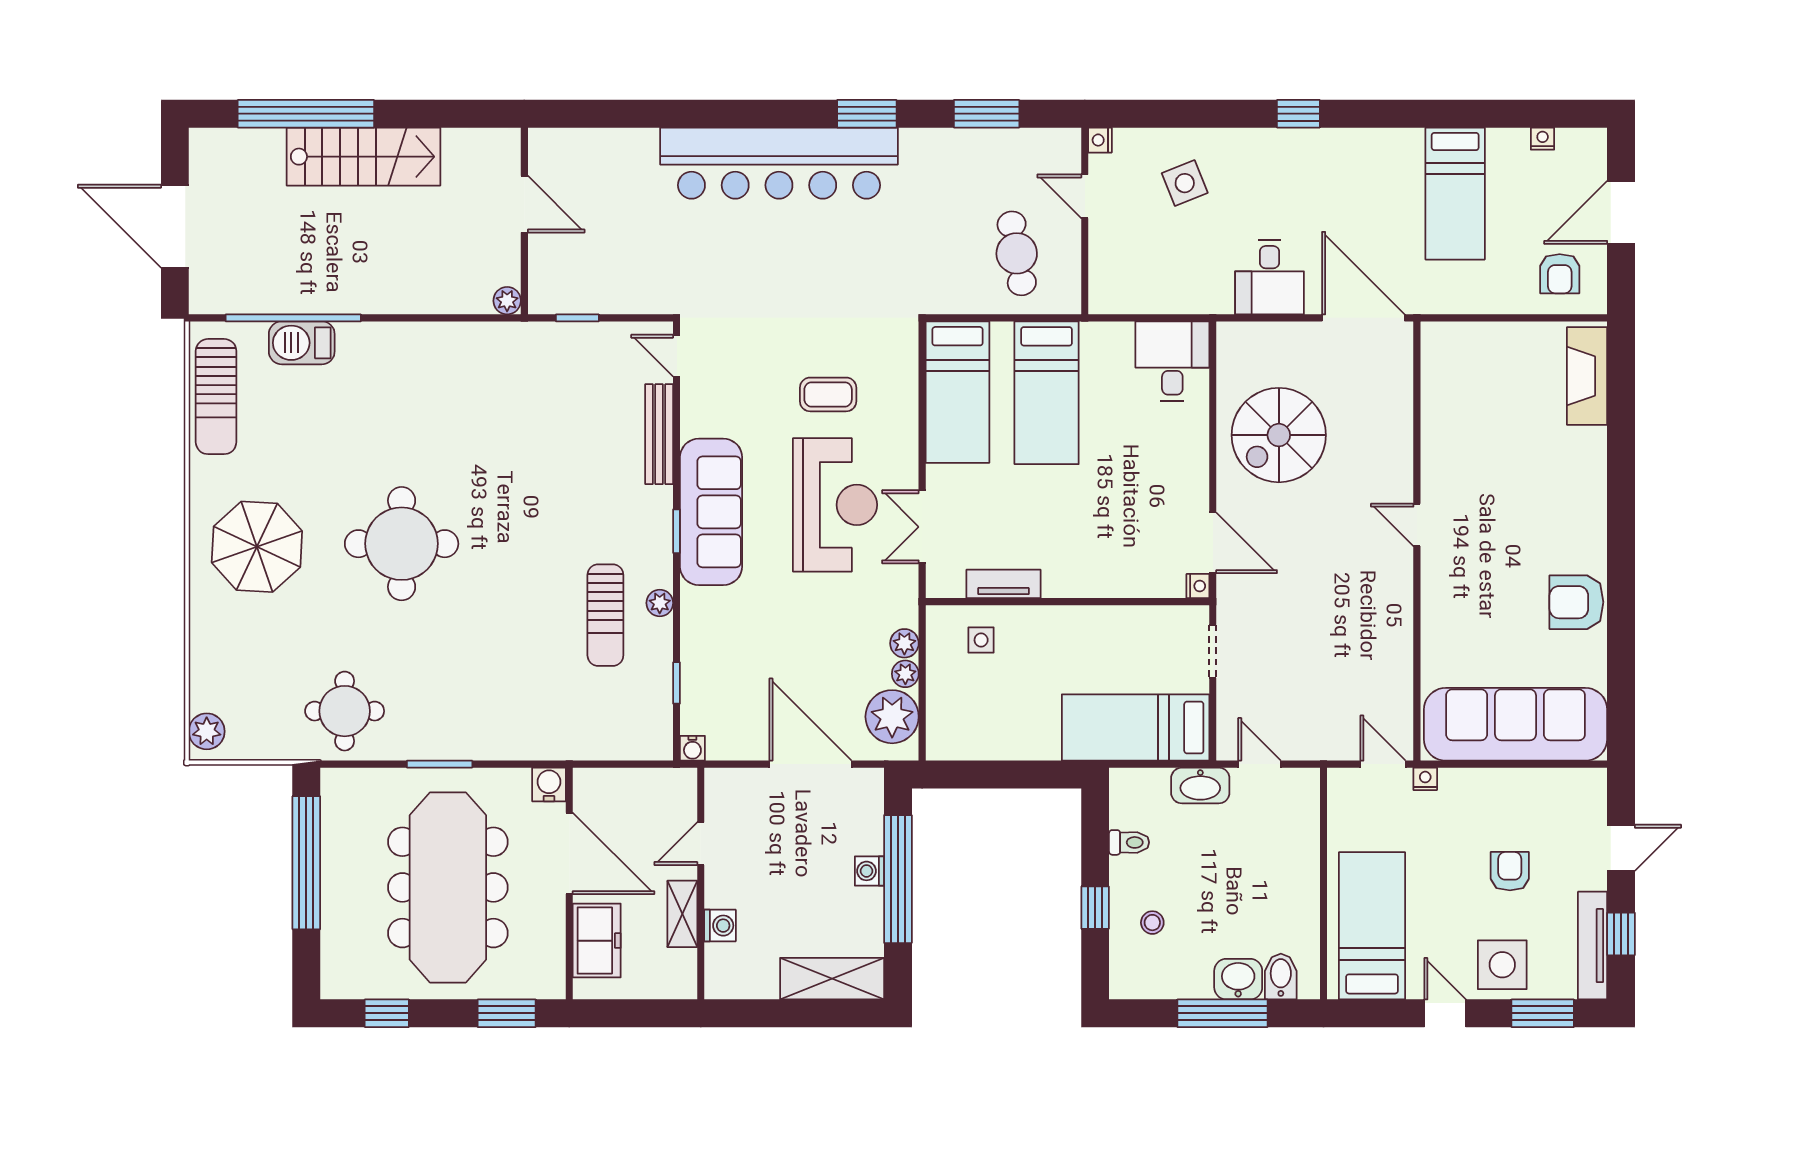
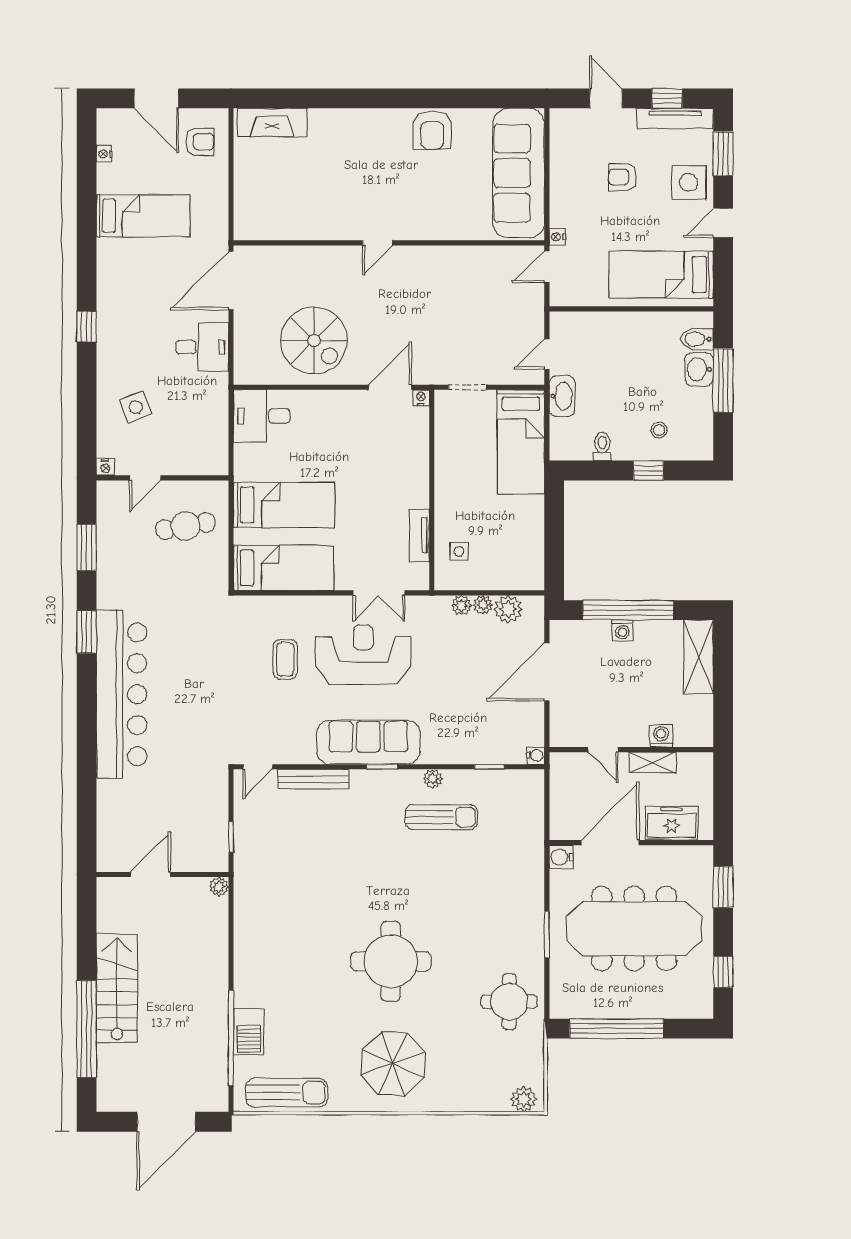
plant: (892, 717) -> (508, 609), width x0.73, depth x0.73

